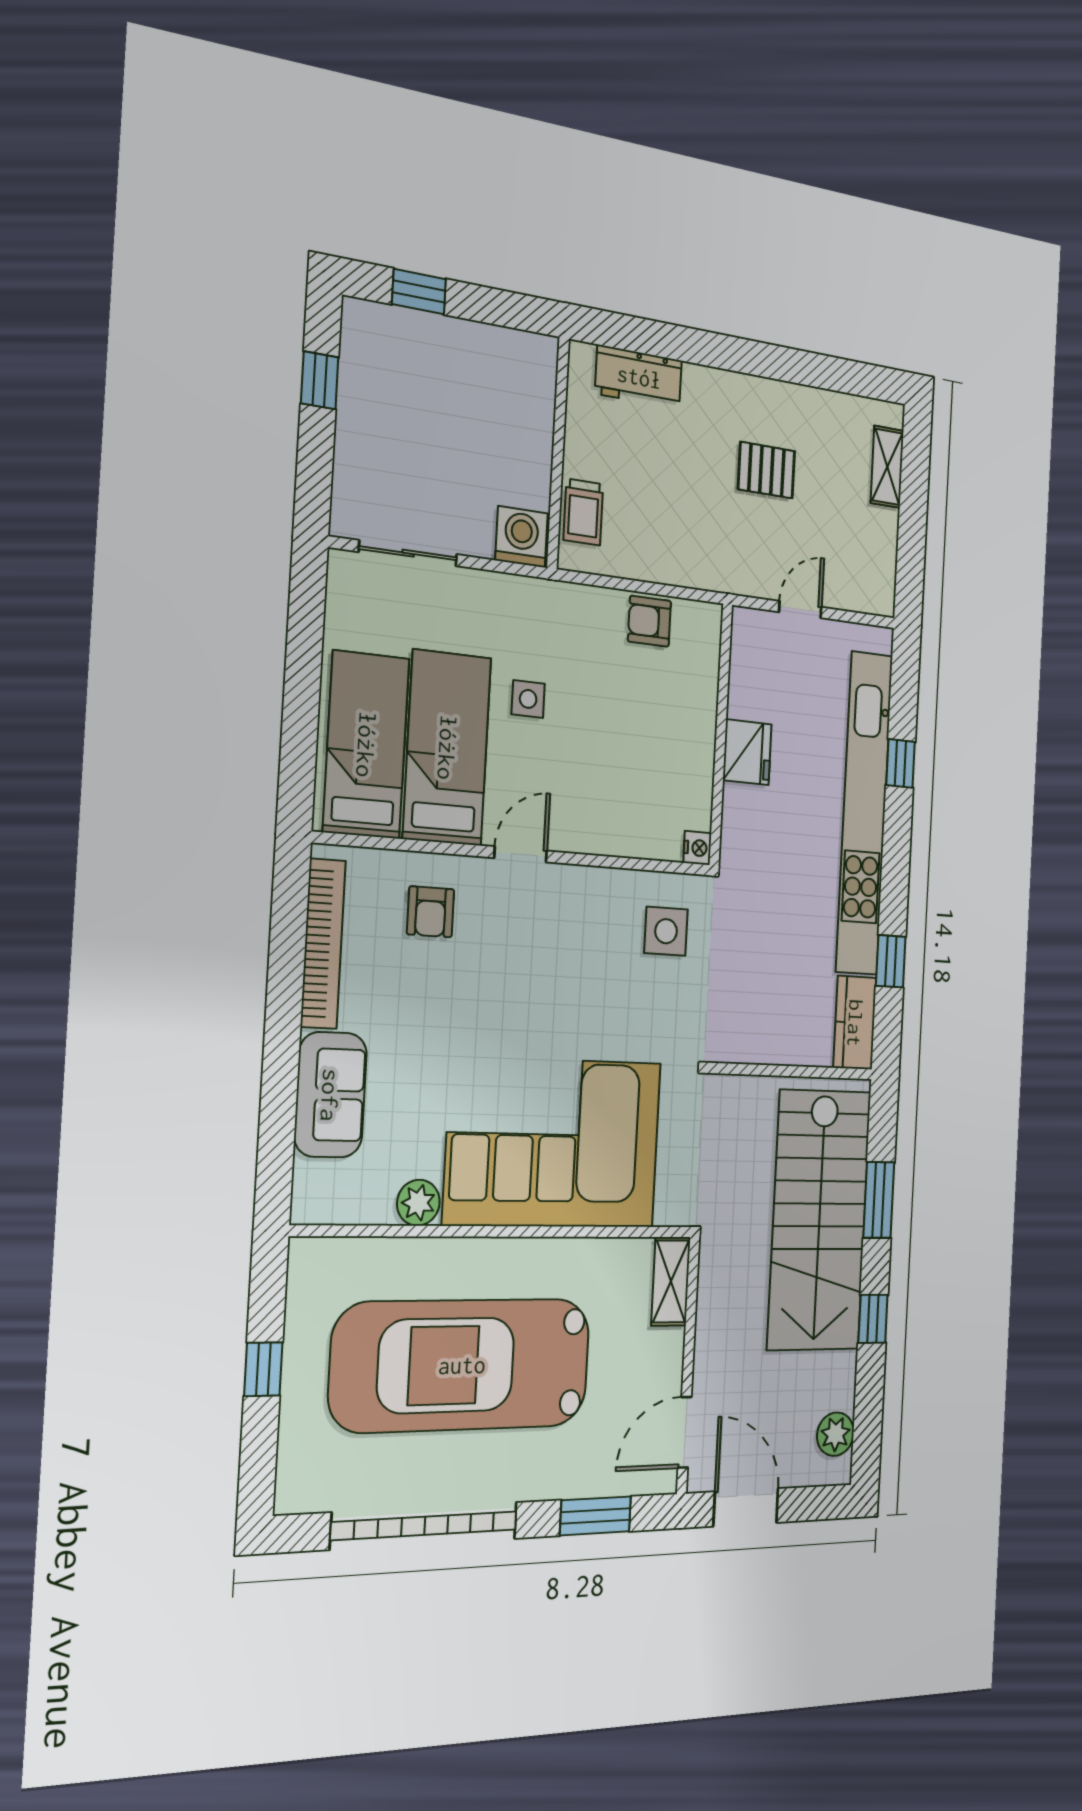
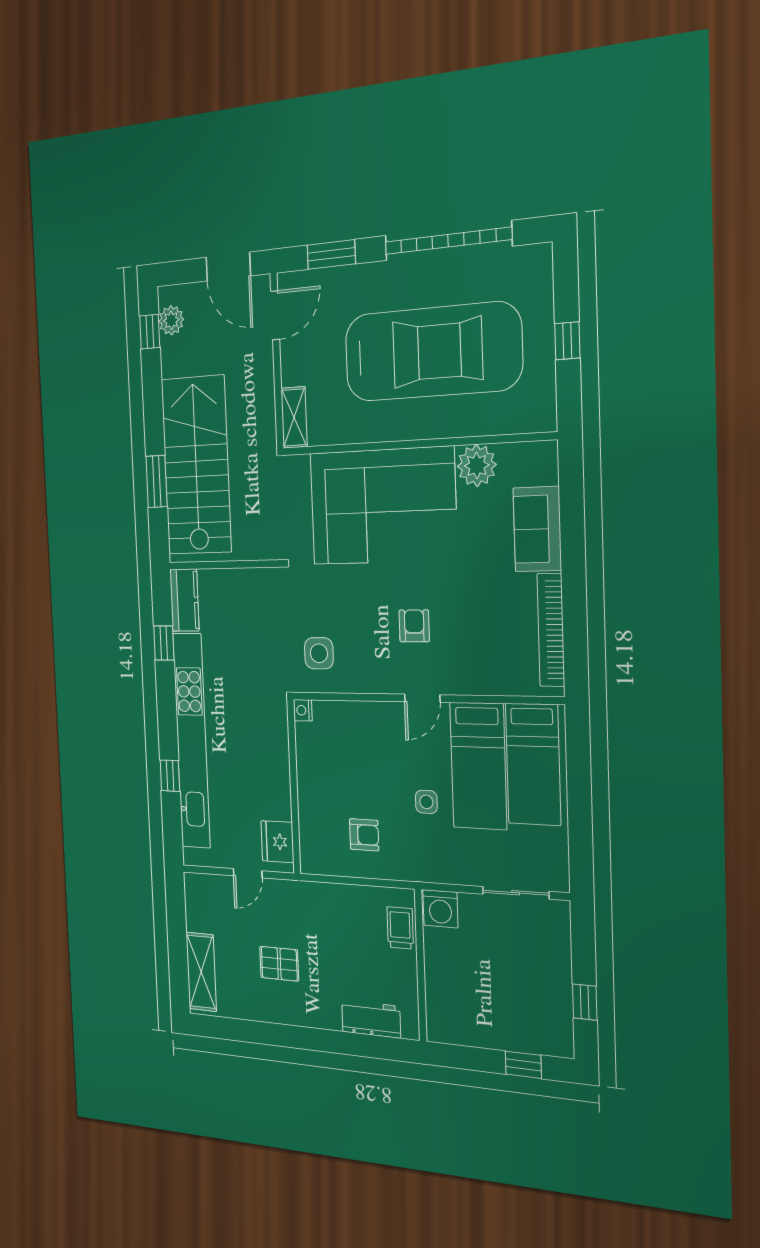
shelving: (887, 467) -> (201, 972), width x1.50, depth x1.33
armchair: (649, 621) -> (364, 835), moved
fridge: (747, 752) -> (277, 842), moved
armchair: (431, 912) -> (414, 626), moved
plant: (418, 1203) -> (477, 465), width x1.36, depth x1.36
window: (873, 1319) -> (150, 332), moved

